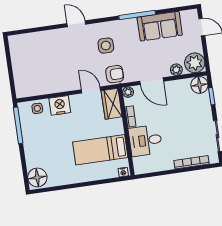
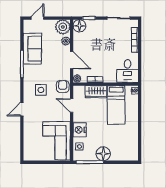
corner sofa: (41, 76) -> (56, 141), added
door: (152, 81) -> (72, 60), hinge flipped
door: (91, 90) -> (72, 105), hinge flipped
wardrobe: (112, 104) -> (96, 92), moved
desk: (145, 141) -> (128, 71), moved
floor lamp: (37, 177) -> (103, 154), moved

